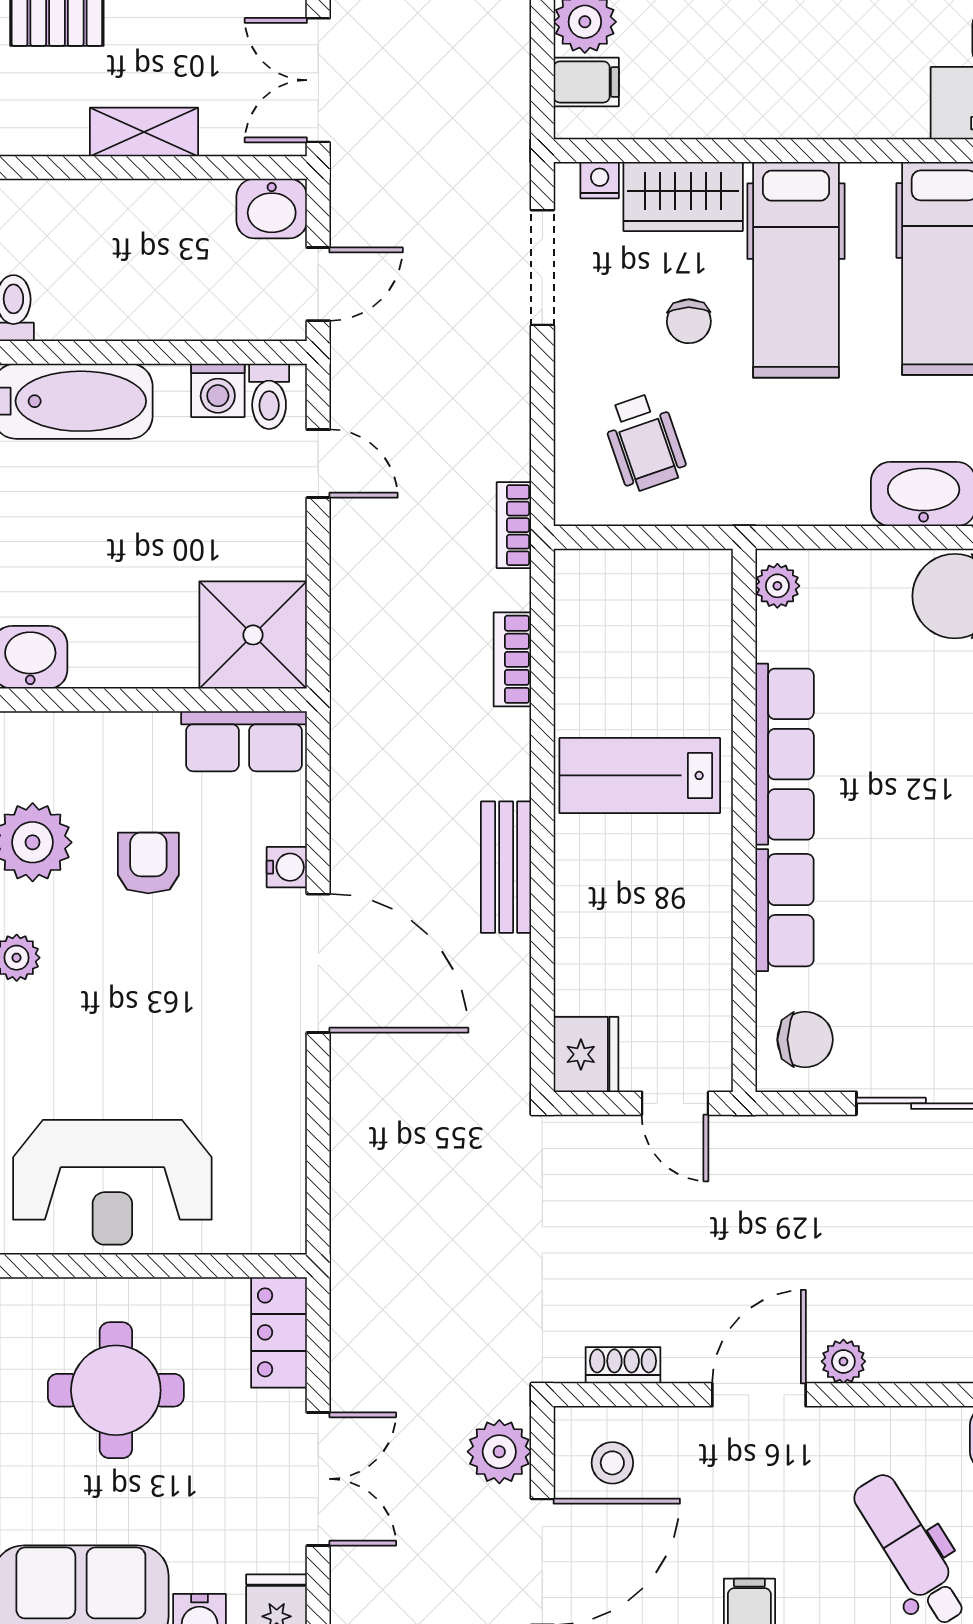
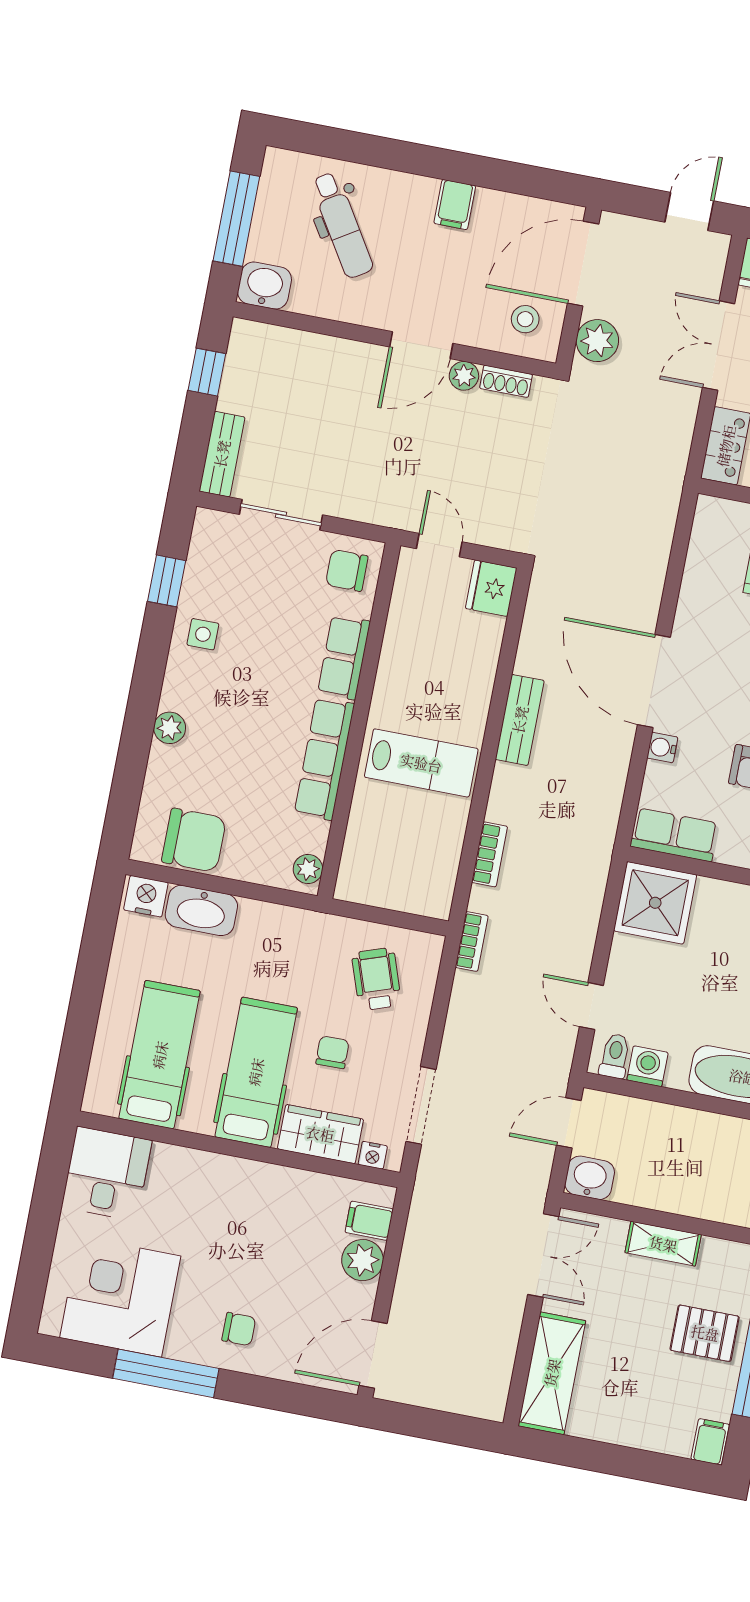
plant: (843, 1361) -> (464, 376), moved

